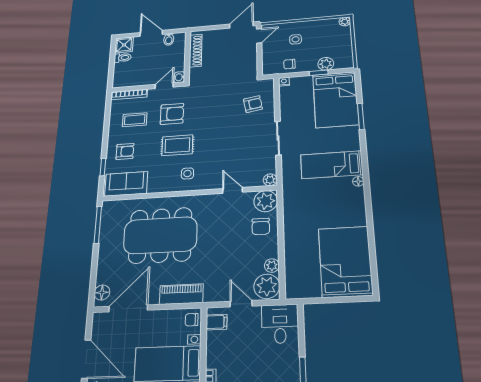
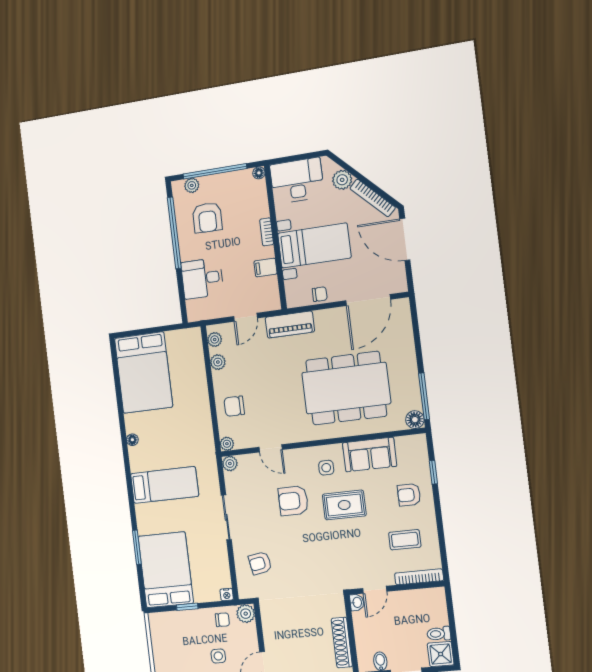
plant: (326, 64) -> (246, 614), moved
armchair: (172, 114) -> (293, 501), moved
floor lamp: (358, 181) -> (132, 440), moved
sofa: (126, 184) -> (370, 455), moved
plant: (266, 201) -> (227, 444), width x0.53, depth x0.53
chair: (261, 226) -> (234, 406), turned -90
plant: (267, 286) -> (215, 339), width x0.53, depth x0.53
floor lamp: (102, 292) -> (415, 420), moved
piano: (181, 294) -> (290, 325), moved
door: (241, 304) -> (245, 317), hinge flipped
chair: (192, 320) -> (320, 294), moved
filing cabinet: (216, 322) -> (265, 268), moved
desk: (280, 324) -> (202, 278), moved, turned 90

